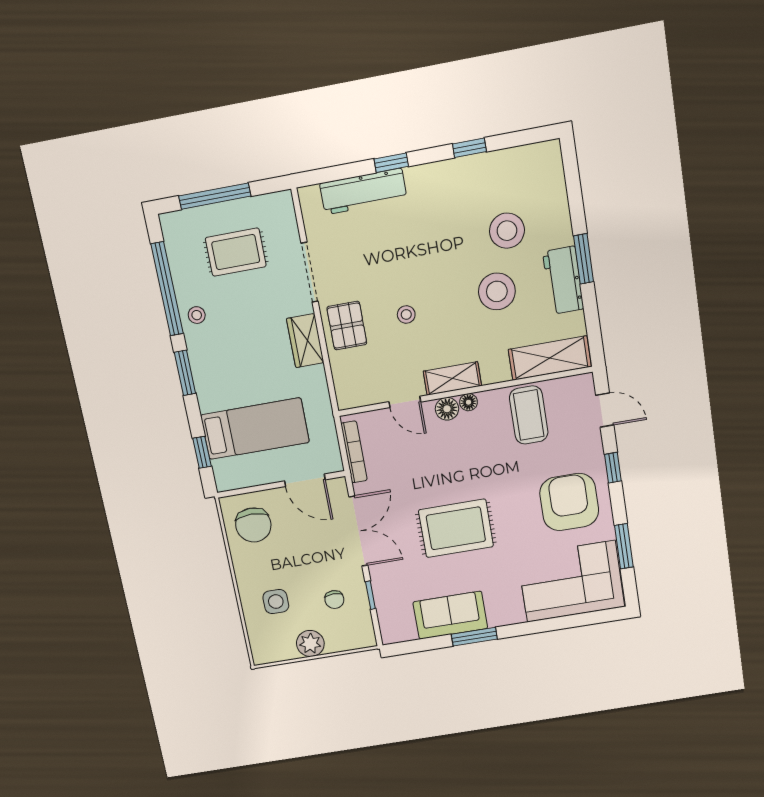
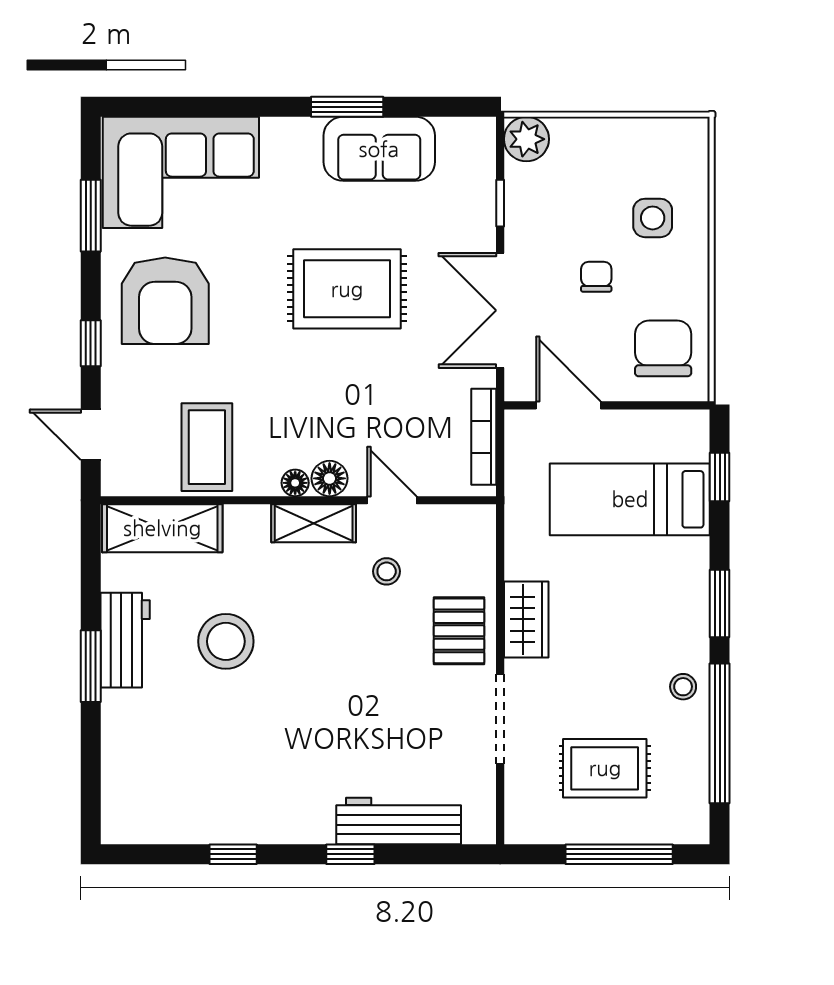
stool: (507, 231) -> (197, 727), removed
stool: (406, 314) -> (387, 571), moved
chair: (334, 600) -> (596, 277), moved
plant: (310, 643) -> (526, 139), moved

